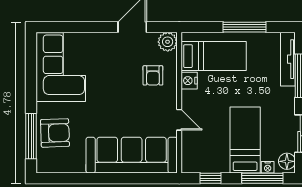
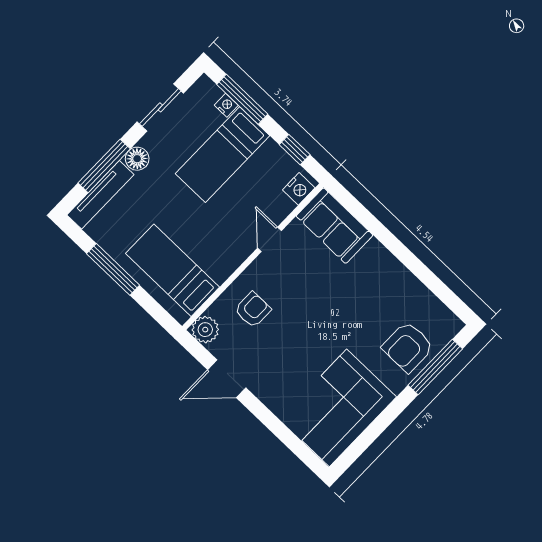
nightstand: (189, 81) -> (299, 189), moved
armchair: (55, 133) -> (408, 347), turned -88
sofa: (132, 155) -> (335, 226), width x0.54, depth x0.79
floor lamp: (287, 161) -> (137, 159), moved

